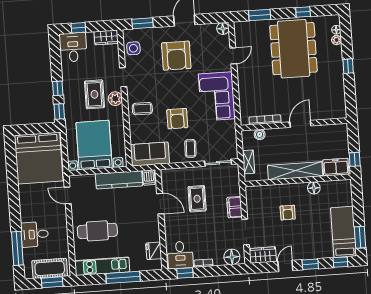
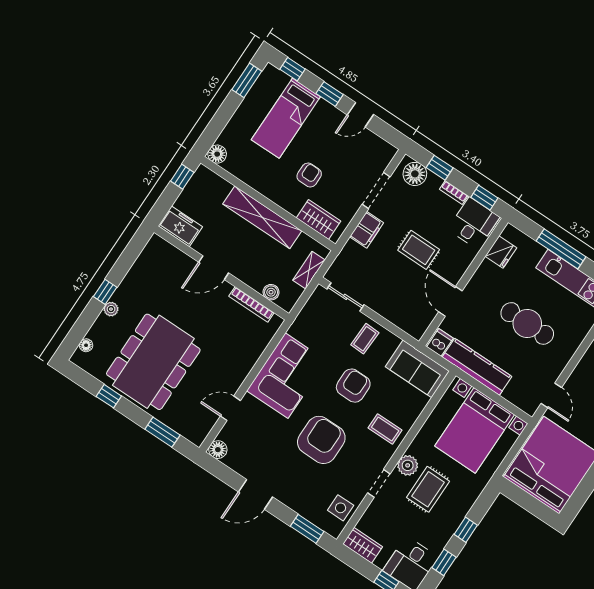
plant: (337, 40) -> (111, 309), moved
armchair: (176, 56) -> (321, 440), moved
window: (59, 111) -> (444, 562), moved
freezer: (336, 167) -> (180, 226), moved, turned 180
floor lamp: (314, 188) -> (217, 154), moved
rug: (197, 199) -> (419, 250), moved, turned 90
cafe table: (97, 231) -> (527, 323), moved
bed: (343, 232) -> (286, 118), moved
wardrobe: (263, 255) -> (319, 219), moved, turned 180
window: (221, 270) -> (440, 168), added

